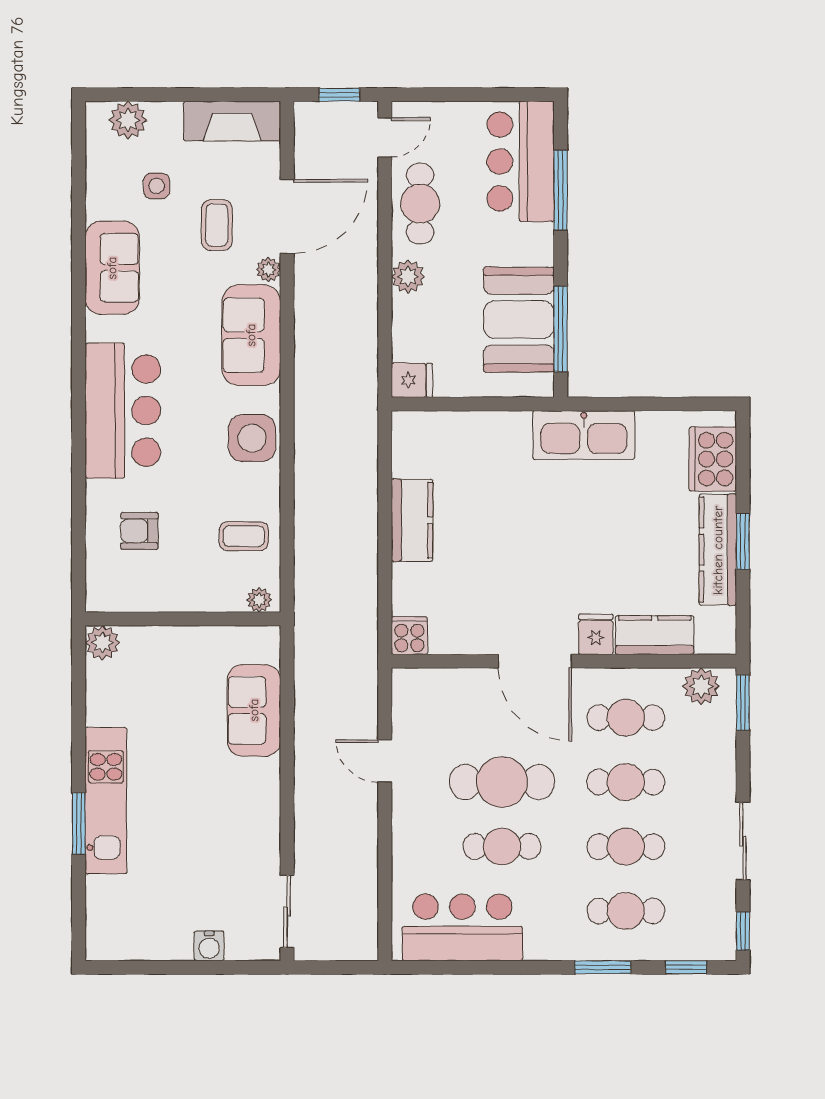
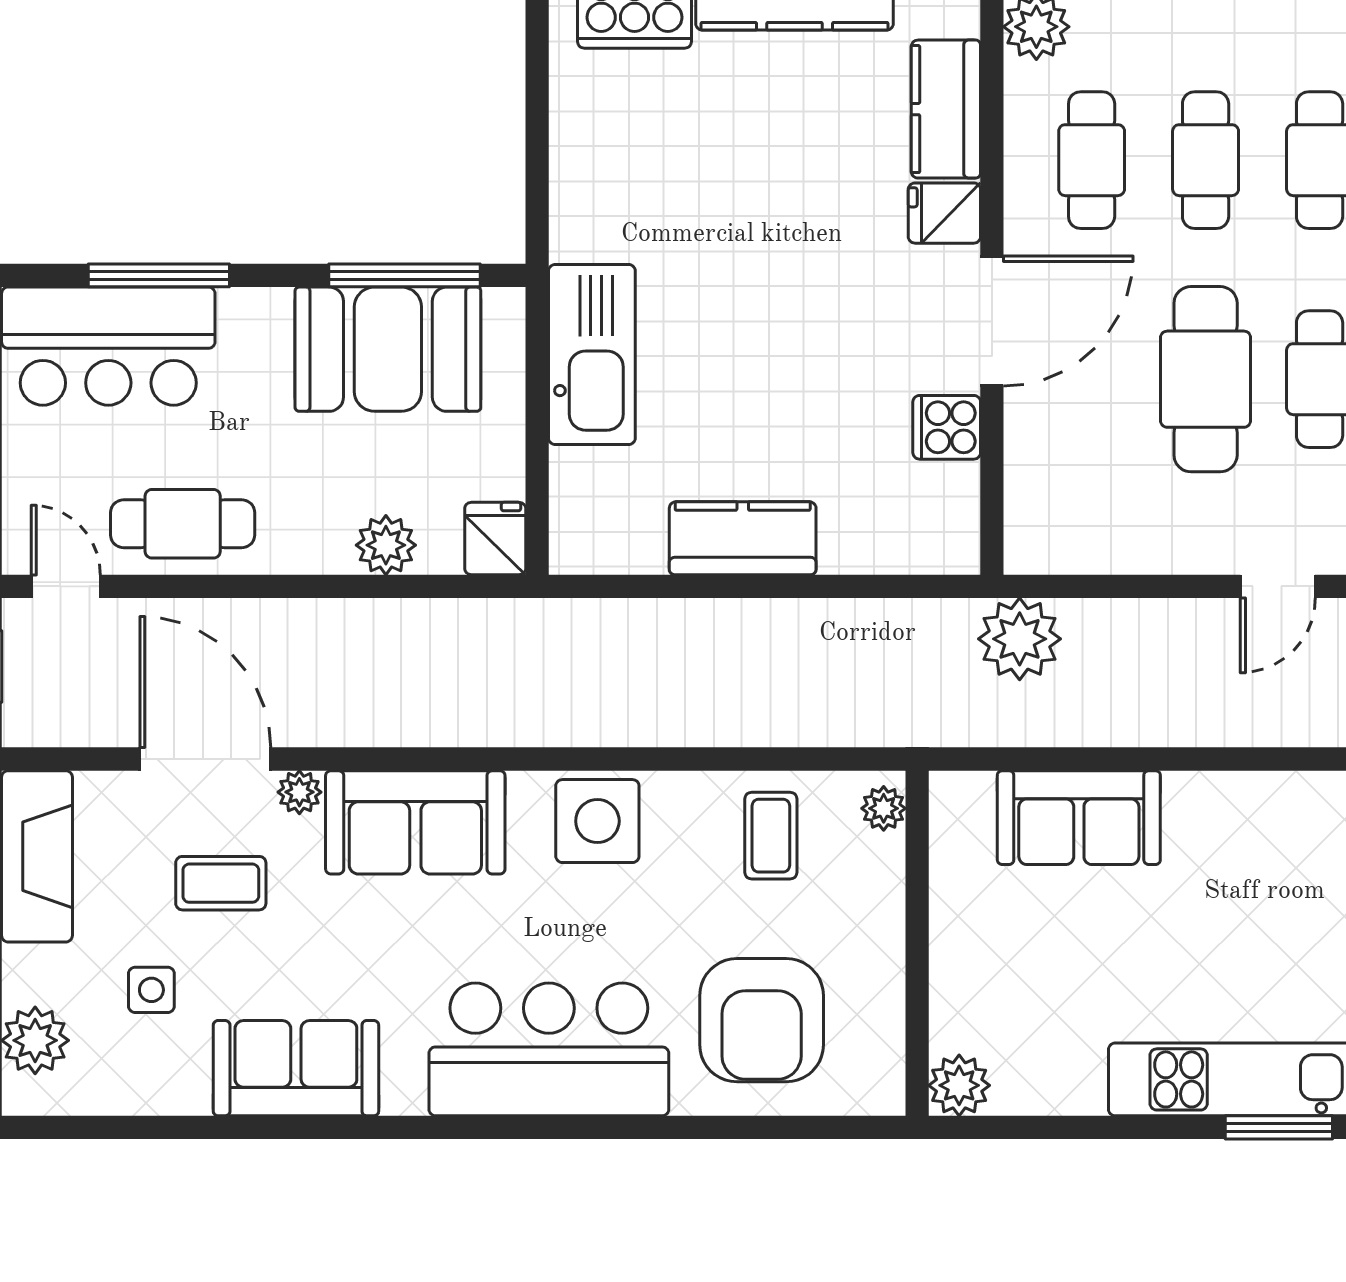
plant: (408, 277) -> (386, 545), moved
kitchen sink: (584, 435) -> (592, 355), moved
armchair: (139, 531) -> (762, 1020), width x1.88, depth x1.88
cooker: (409, 636) -> (947, 427), moved
plant: (355, 677) -> (1020, 639), added
door: (385, 761) -> (1278, 586), moved

